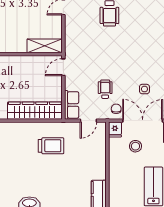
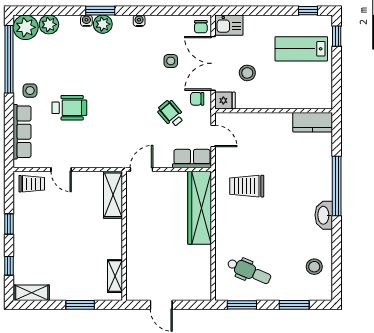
door: (63, 67) -> (142, 170), swing flipped
wheelchair: (105, 89) -> (171, 114), turned 50
trolley: (51, 146) -> (247, 186), turned -90

